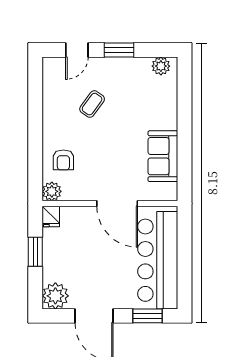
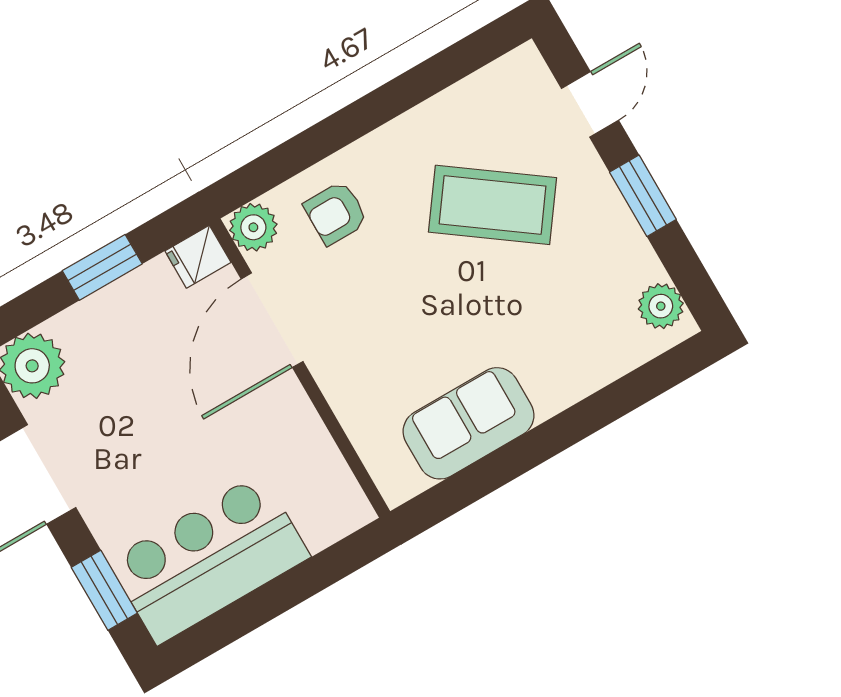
door: (77, 50) -> (590, 104), swing flipped
coffee table: (92, 104) -> (493, 205), width x1.86, depth x1.72
door: (117, 204) -> (272, 320), moved
bar counter: (158, 260) -> (209, 559), width x0.73

